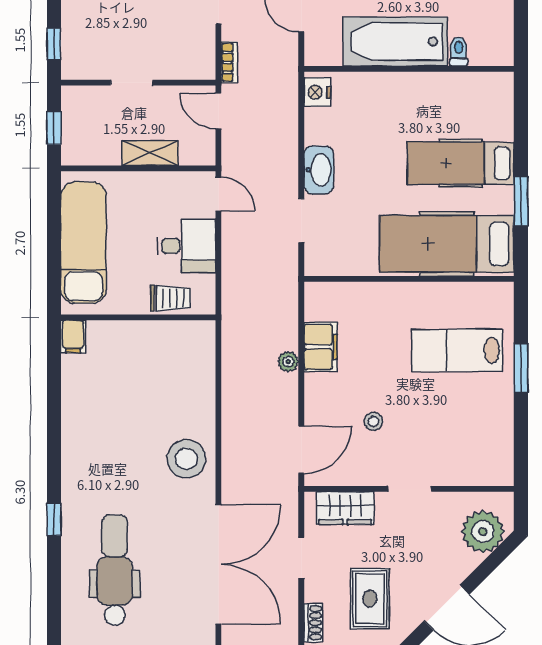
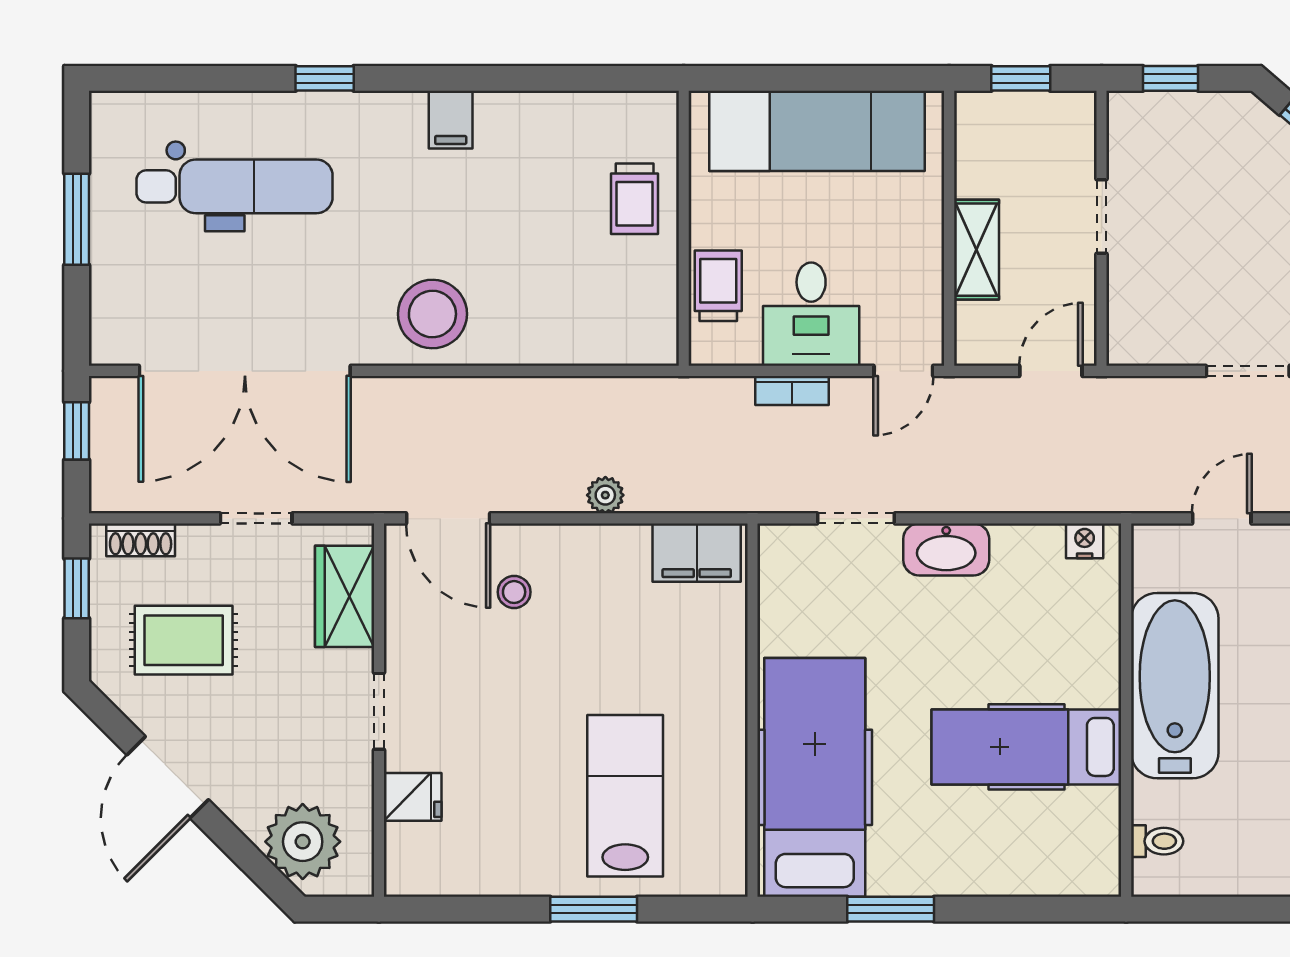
toilet: (459, 51) -> (1157, 841), moved
bookcase: (229, 62) -> (792, 390), moved
nightstand: (317, 92) -> (1085, 541), width x0.72, depth x0.74
hospital bed: (461, 163) -> (1026, 747), moved, turned -90
trolley: (171, 298) -> (718, 286), turned 180
filing cabinet: (73, 337) -> (451, 120), moved, turned -90
trolley: (122, 345) -> (635, 199), added
filing cabinet: (321, 347) -> (697, 553), moved
stool: (373, 421) -> (514, 592), moved
fridge: (458, 470) -> (413, 797), added

